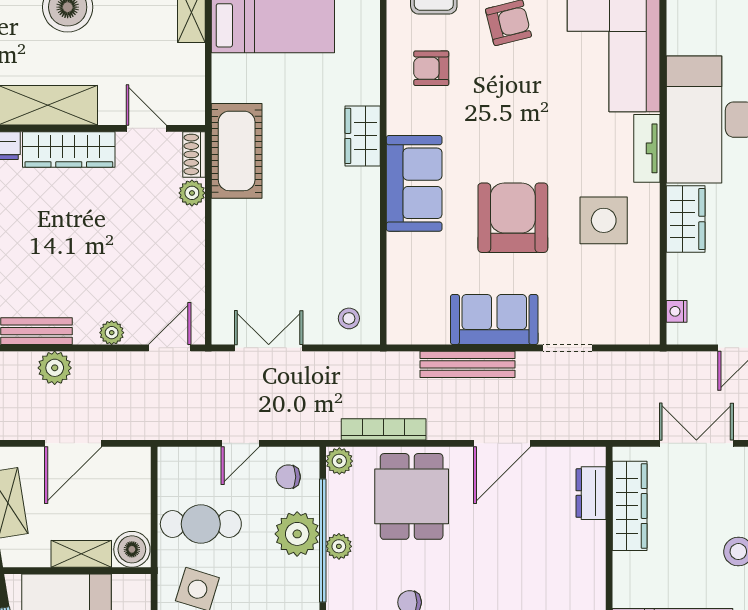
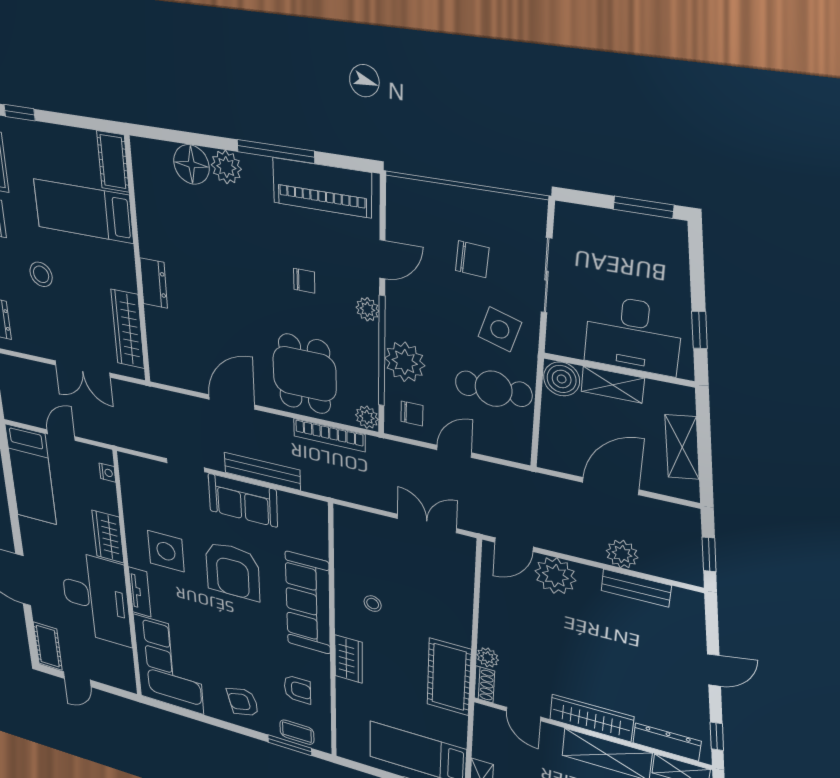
sofa: (414, 183) -> (308, 603), width x1.36
stool: (349, 318) -> (373, 604), moved
plant: (112, 333) -> (555, 576), width x1.88, depth x1.88
double door: (269, 348) -> (427, 524), swing flipped
dresser: (591, 493) -> (154, 283), moved
plant: (339, 546) -> (367, 309), moved

